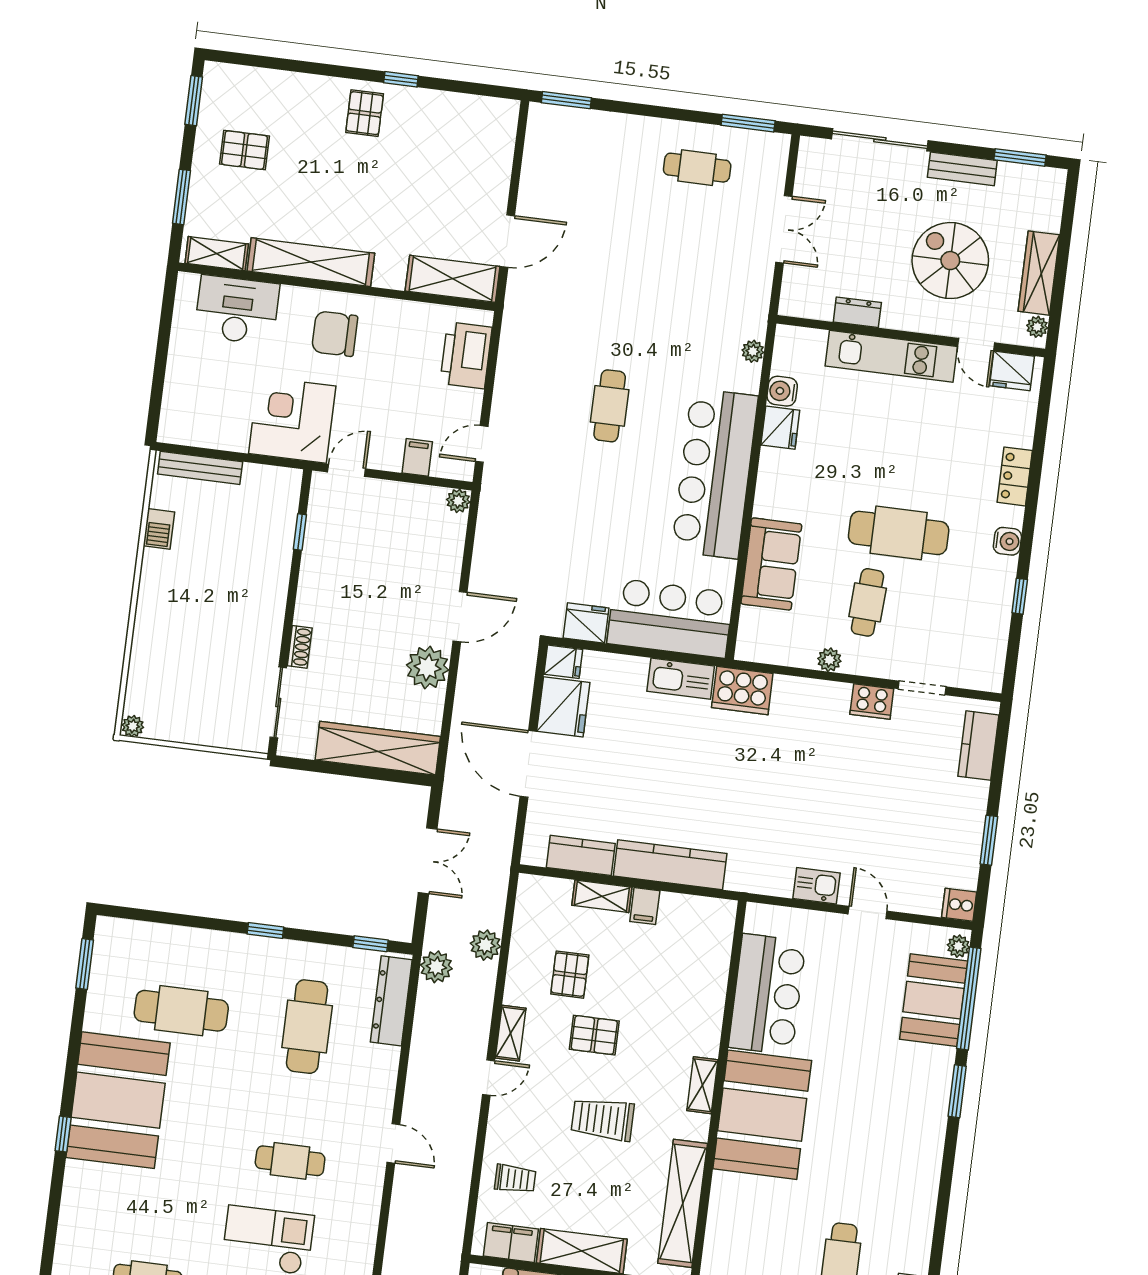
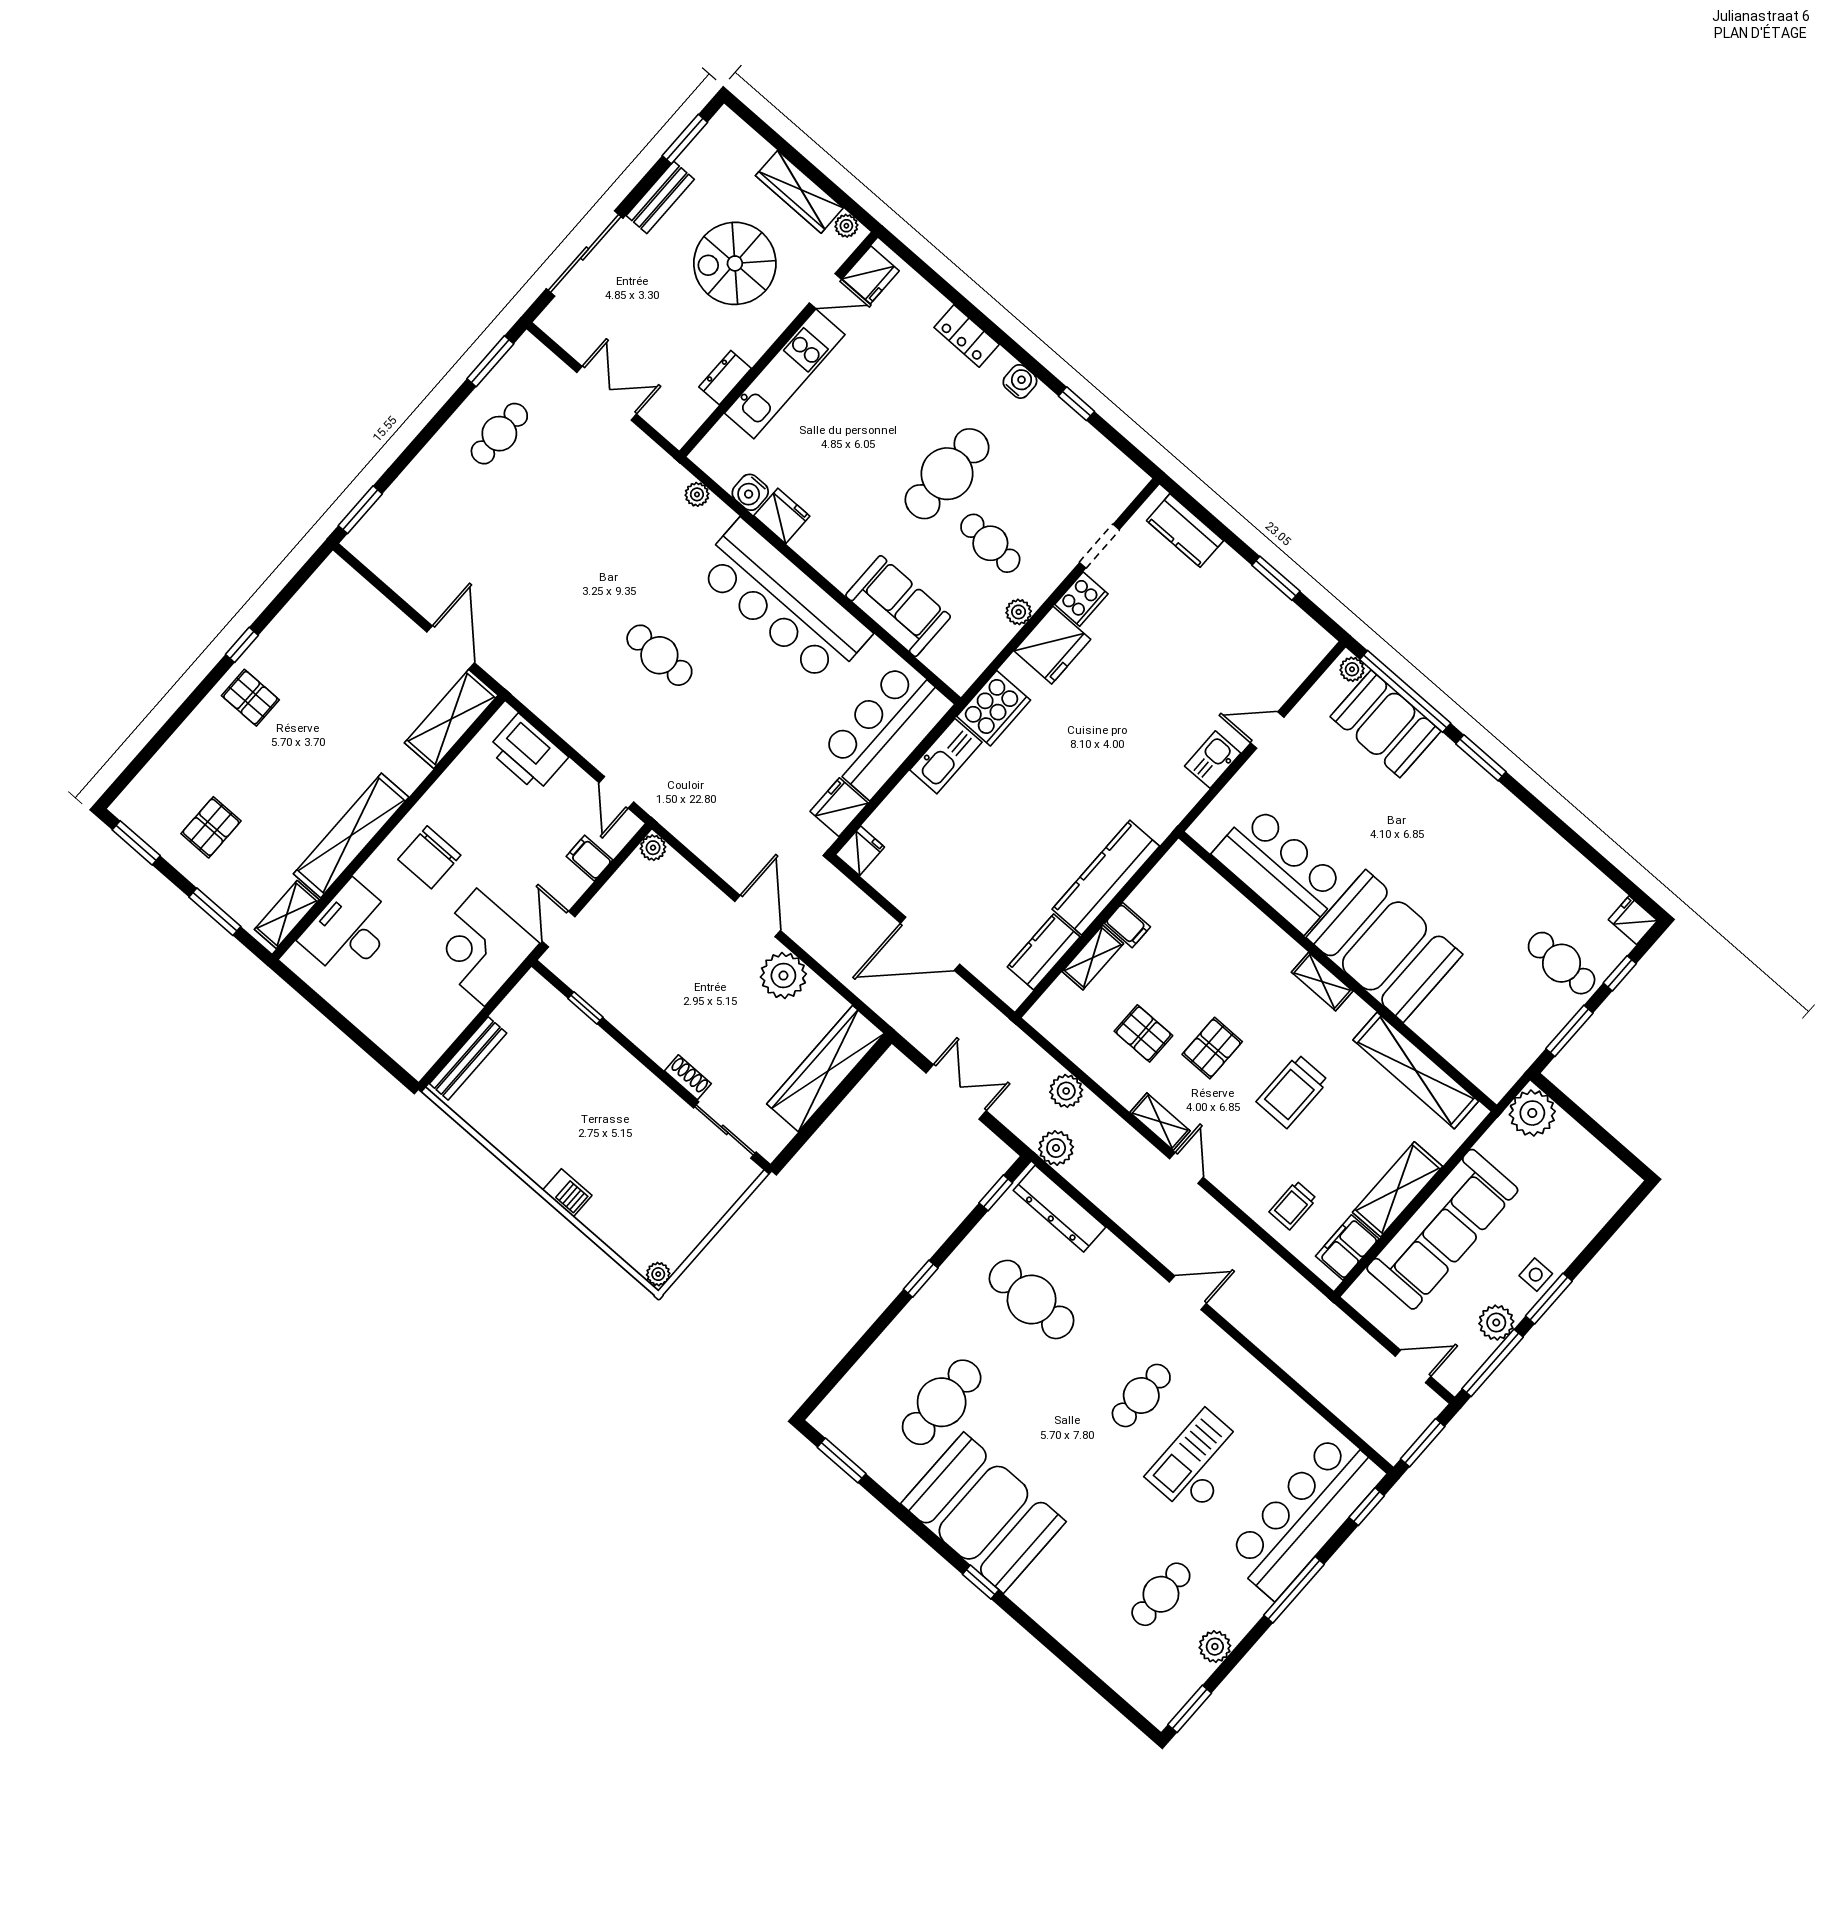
barbecue: (159, 529) -> (567, 1193), moved
fridge: (563, 707) -> (1052, 645), moved, turned 90
cooker: (959, 905) -> (1316, 644), removed
trolley: (515, 1179) -> (1293, 1205), turned 180

